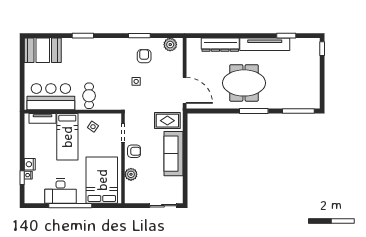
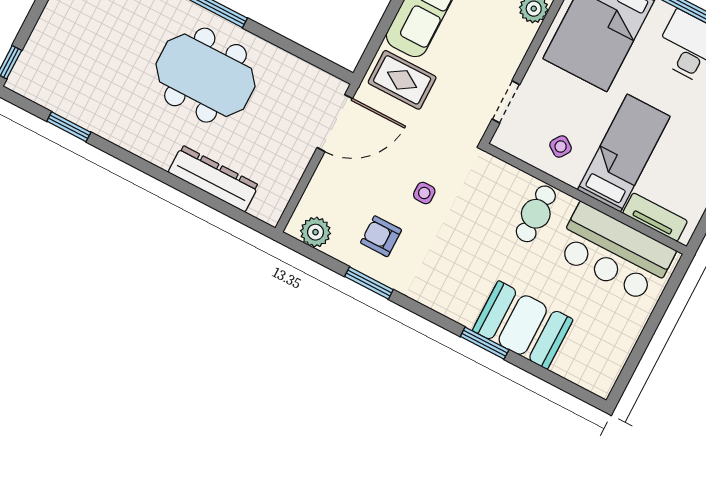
tv unit: (265, 44) -> (122, 132), removed
booth: (43, 50) -> (523, 325), moved
armchair: (144, 56) -> (381, 236), turned 90
door: (185, 90) -> (335, 123), swing flipped
armchair: (134, 151) -> (503, 53), removed

